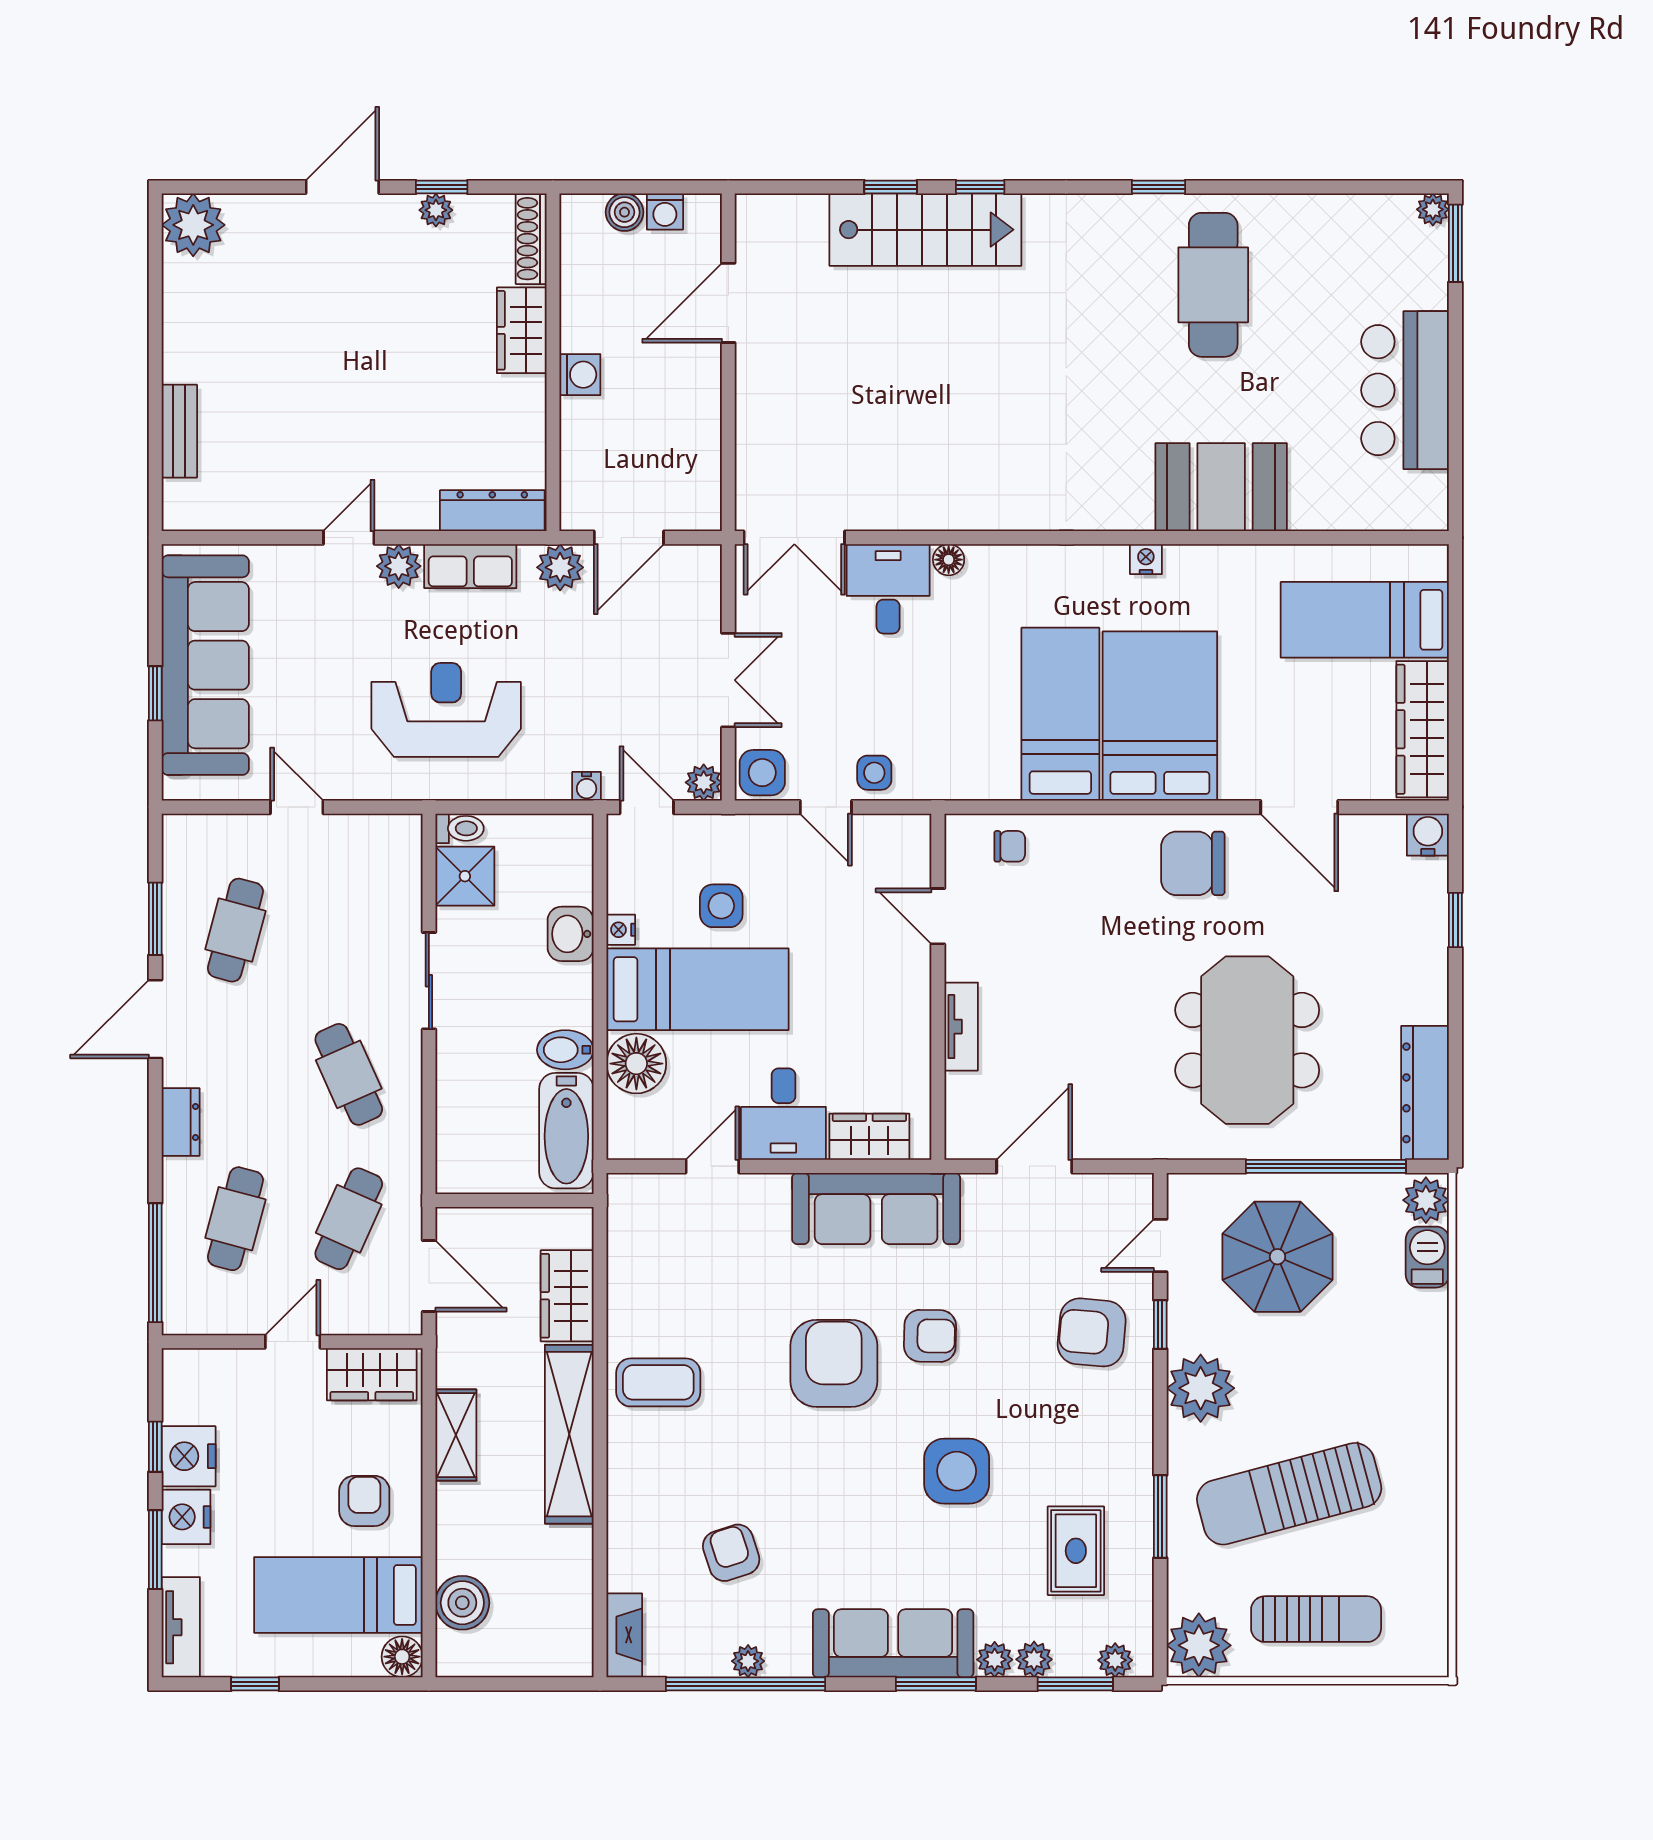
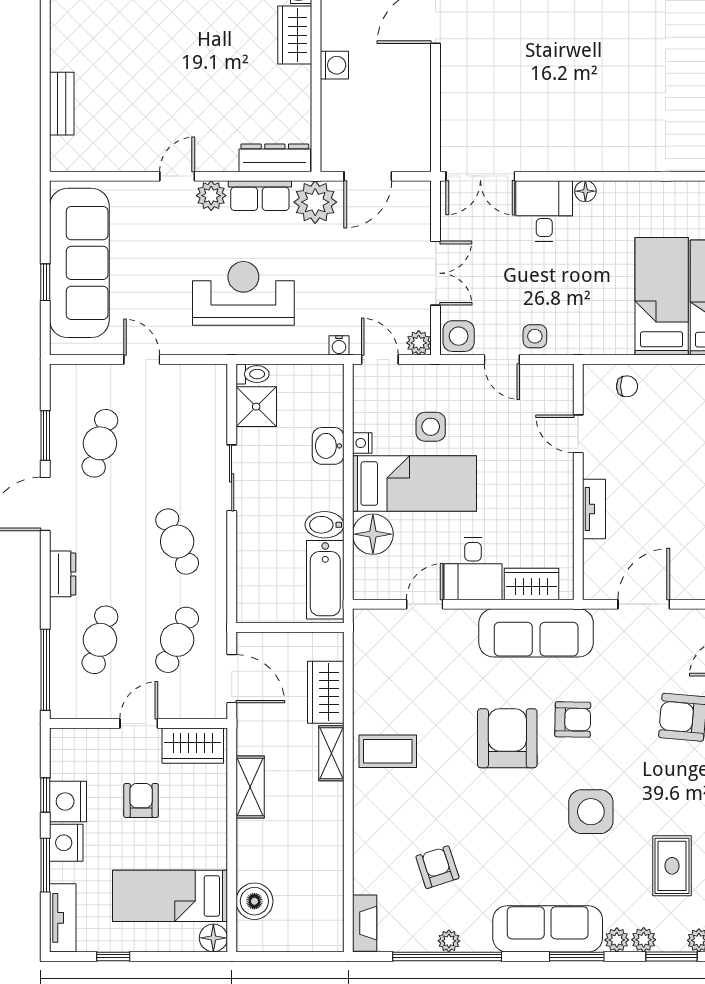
plant: (560, 567) -> (315, 202), width x1.36, depth x1.36
shelving: (569, 1434) -> (331, 753), width x0.45, depth x0.75
armchair: (364, 1501) -> (141, 800), moved

